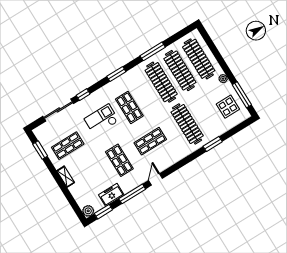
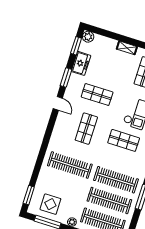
window: (213, 144) -> (29, 195), moved
window: (132, 194) -> (66, 78), width x0.69

